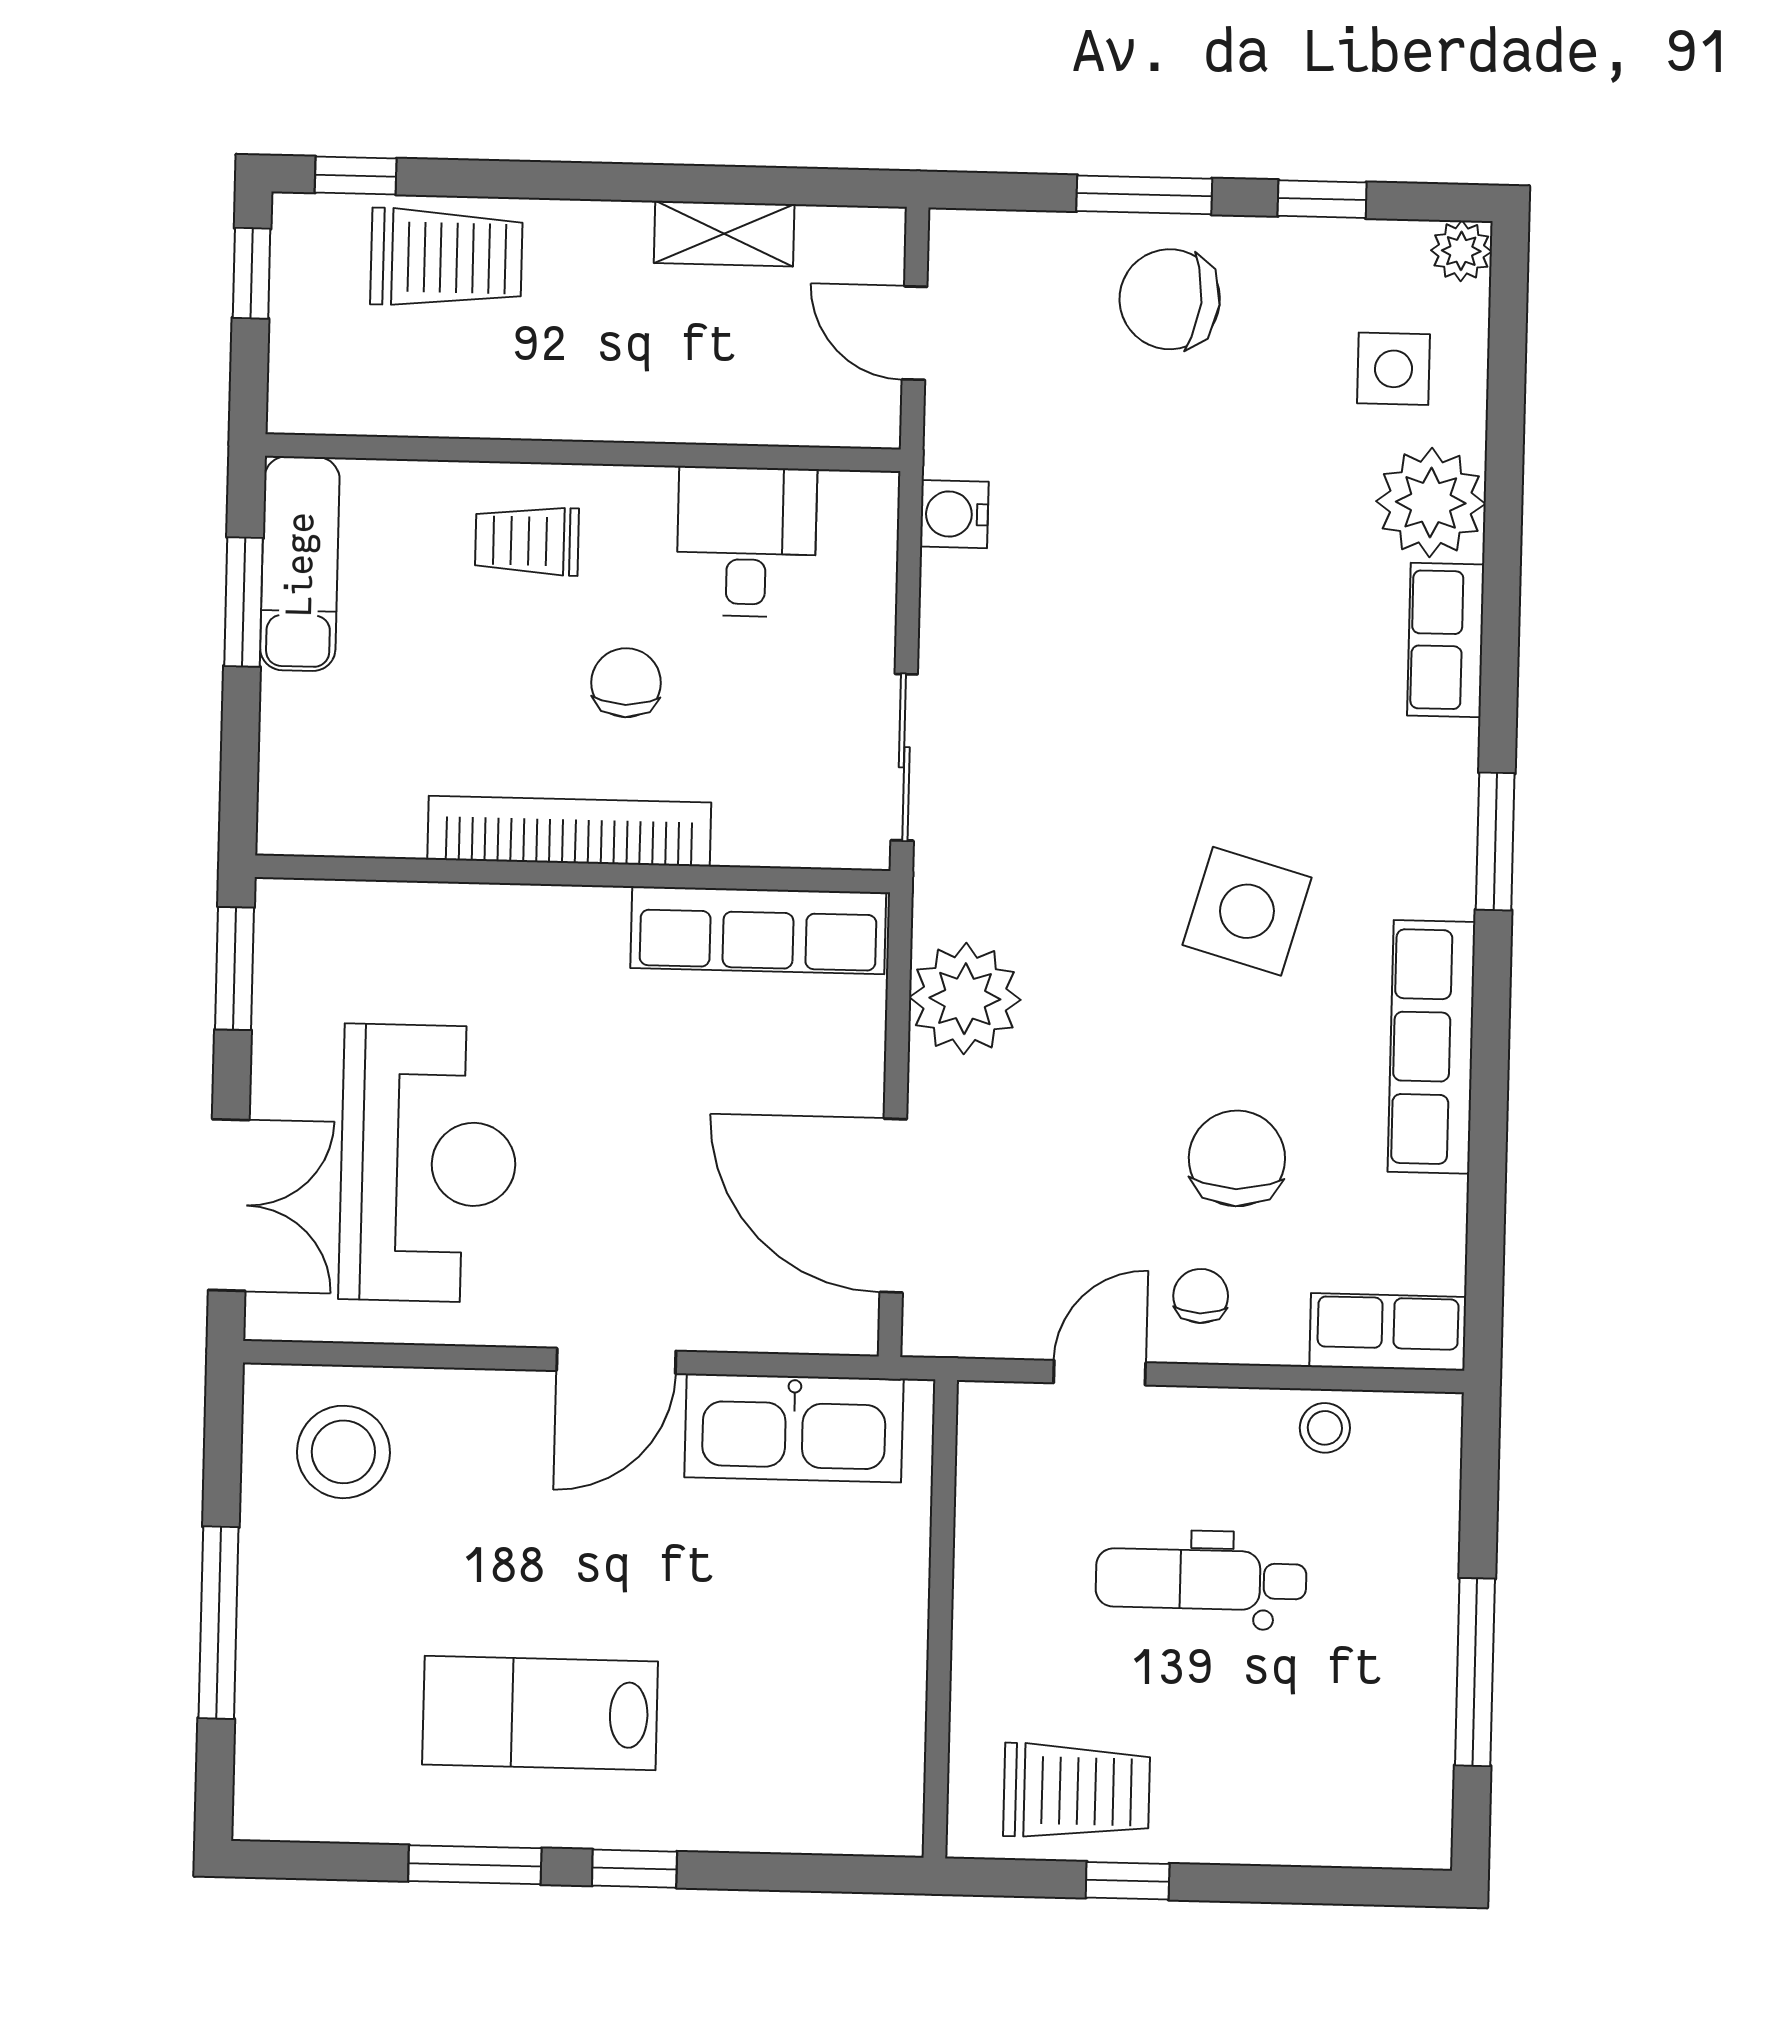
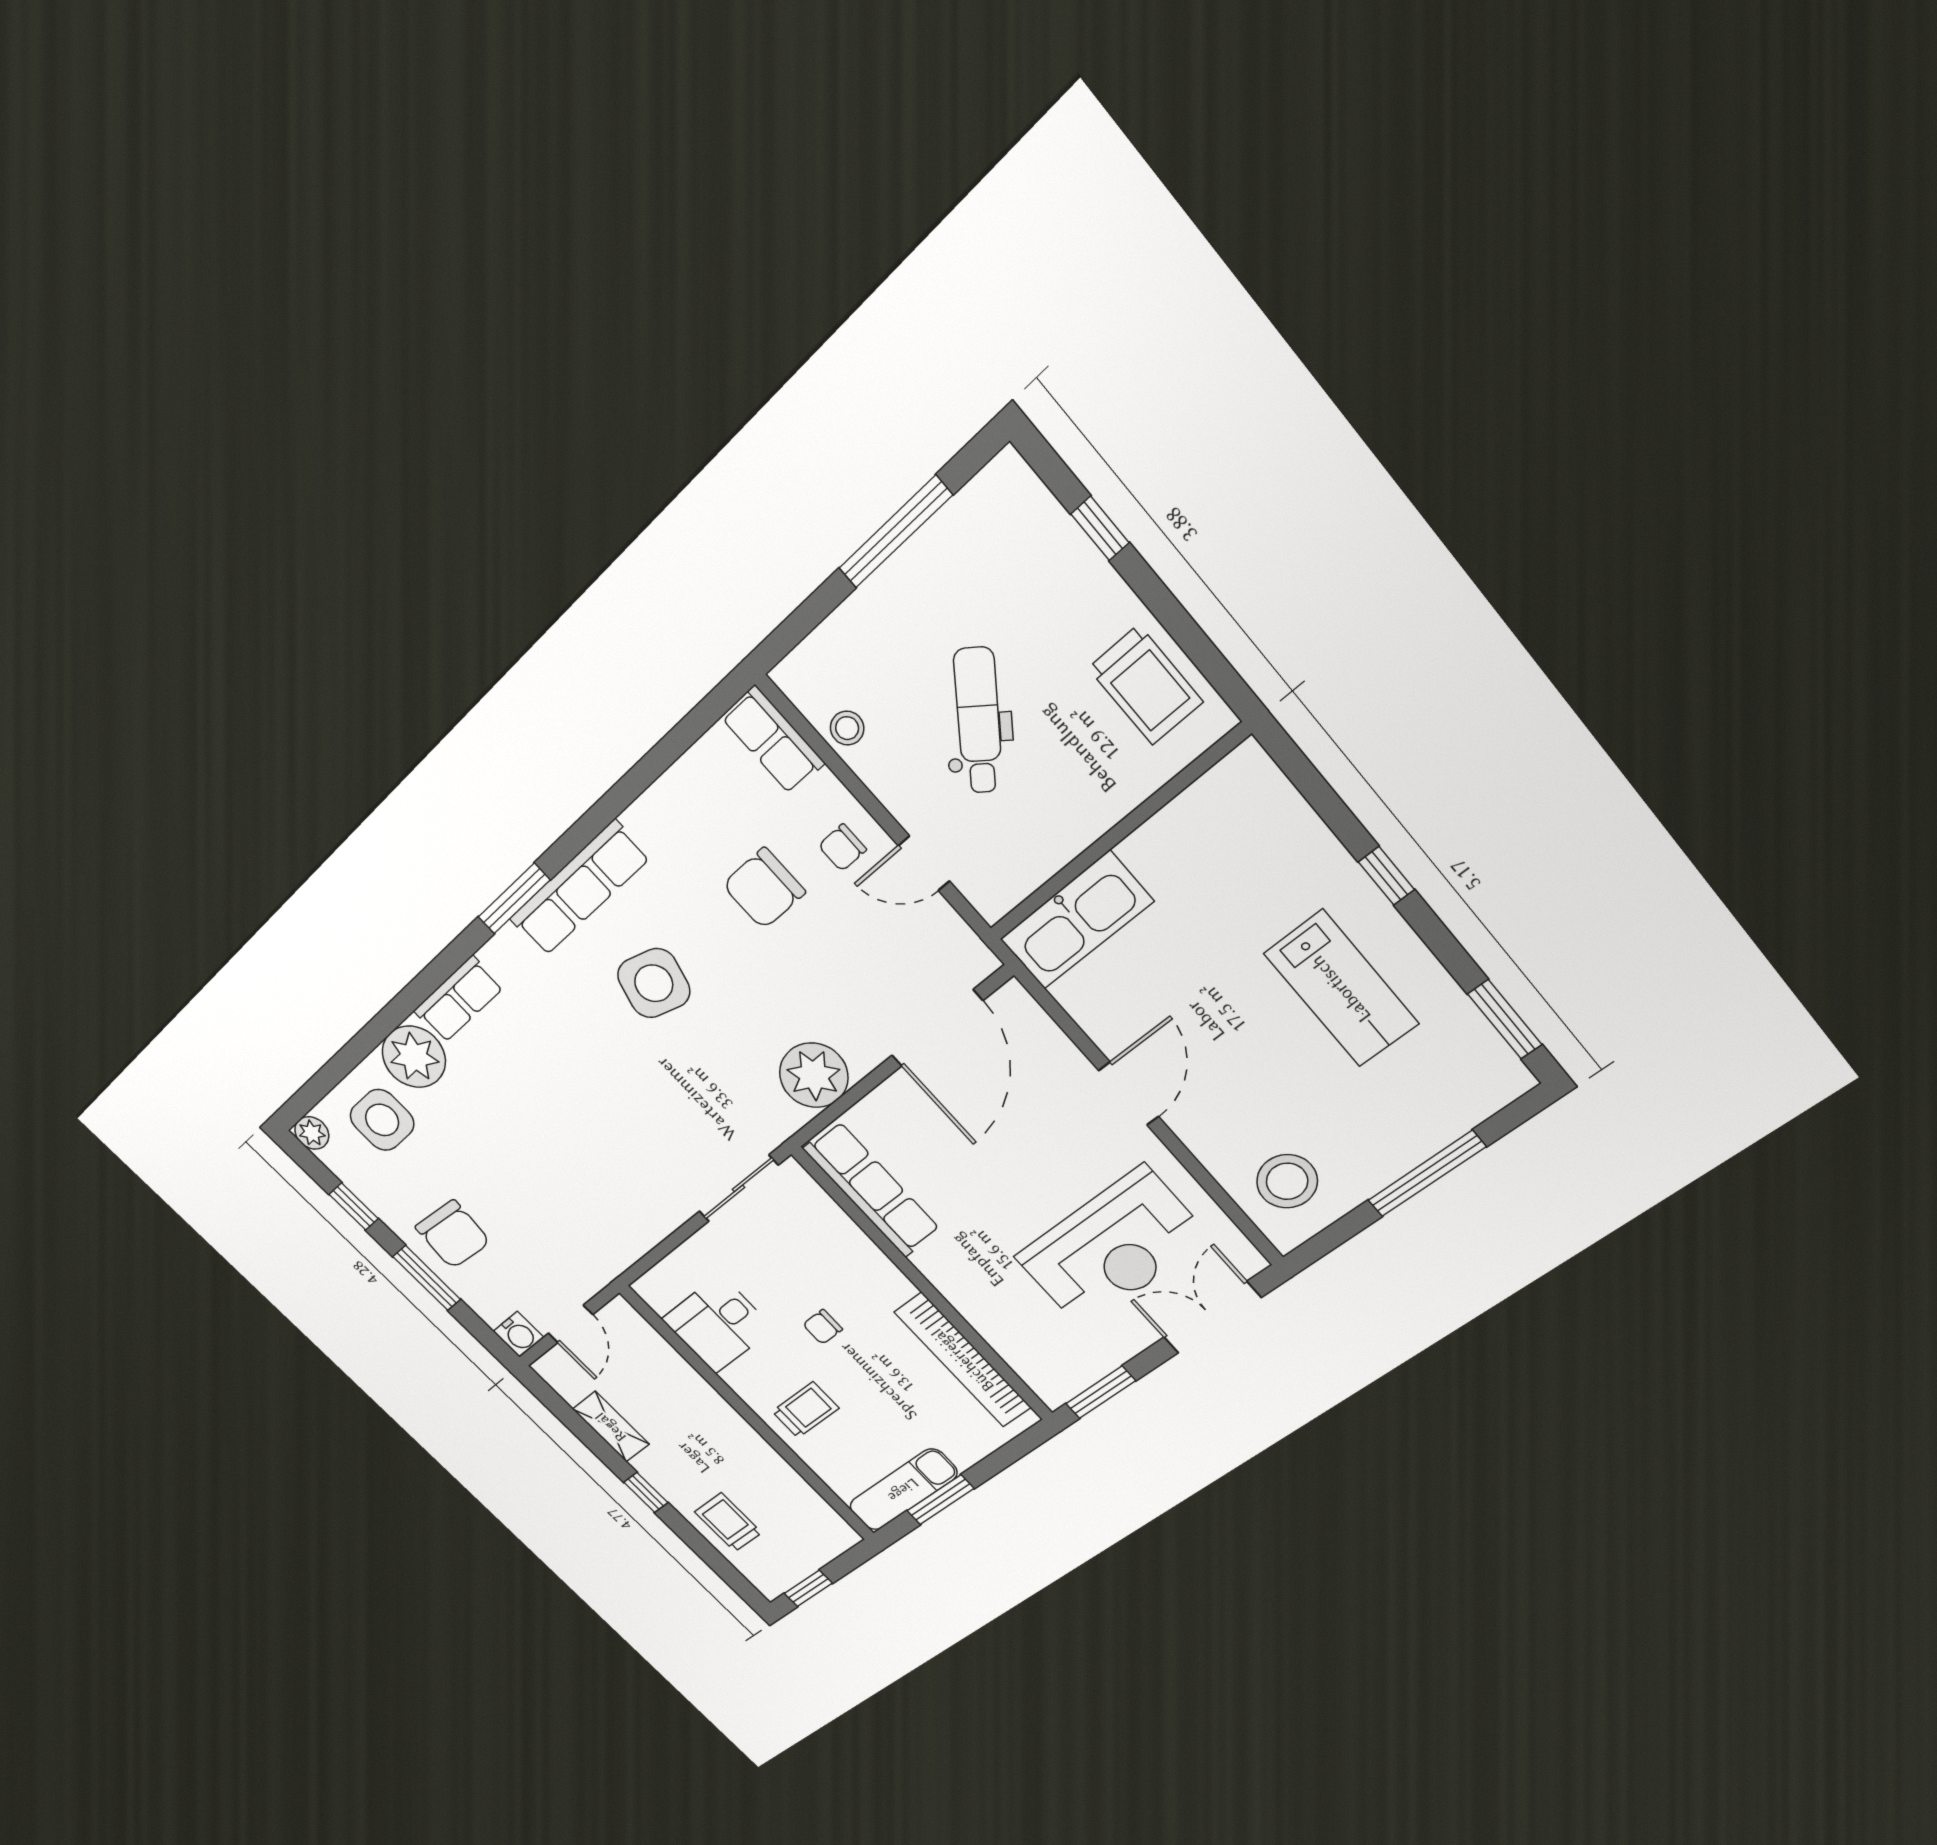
window: (356, 176) -> (646, 1492), moved
trolley: (446, 258) -> (728, 1522), width x0.73, depth x0.72
side table: (1394, 369) -> (382, 1120), width x1.37, depth x1.37
water cooler: (954, 514) -> (519, 1334), moved
trolley: (527, 541) -> (805, 1410), turned -90
chair: (626, 683) -> (823, 1327), width x0.73, depth x0.73
bookcase: (569, 831) -> (963, 1360), moved
row of seats: (1432, 1047) -> (579, 889), moved
reception desk: (428, 1163) -> (1112, 1248), turned 180
door: (616, 1361) -> (1129, 1094), hinge flipped
kitchen sink: (794, 1428) -> (1077, 920), moved, turned 90
dental chair: (1201, 1580) -> (978, 721), turned -143
trolley: (1077, 1791) -> (1146, 685), turned 180
window: (475, 1865) -> (1505, 1019), moved
window: (1128, 1881) -> (1100, 528), moved

